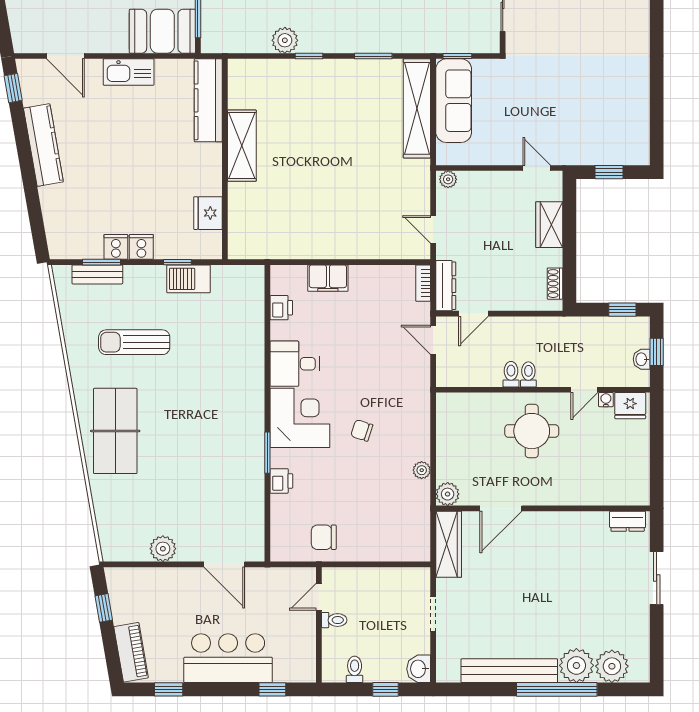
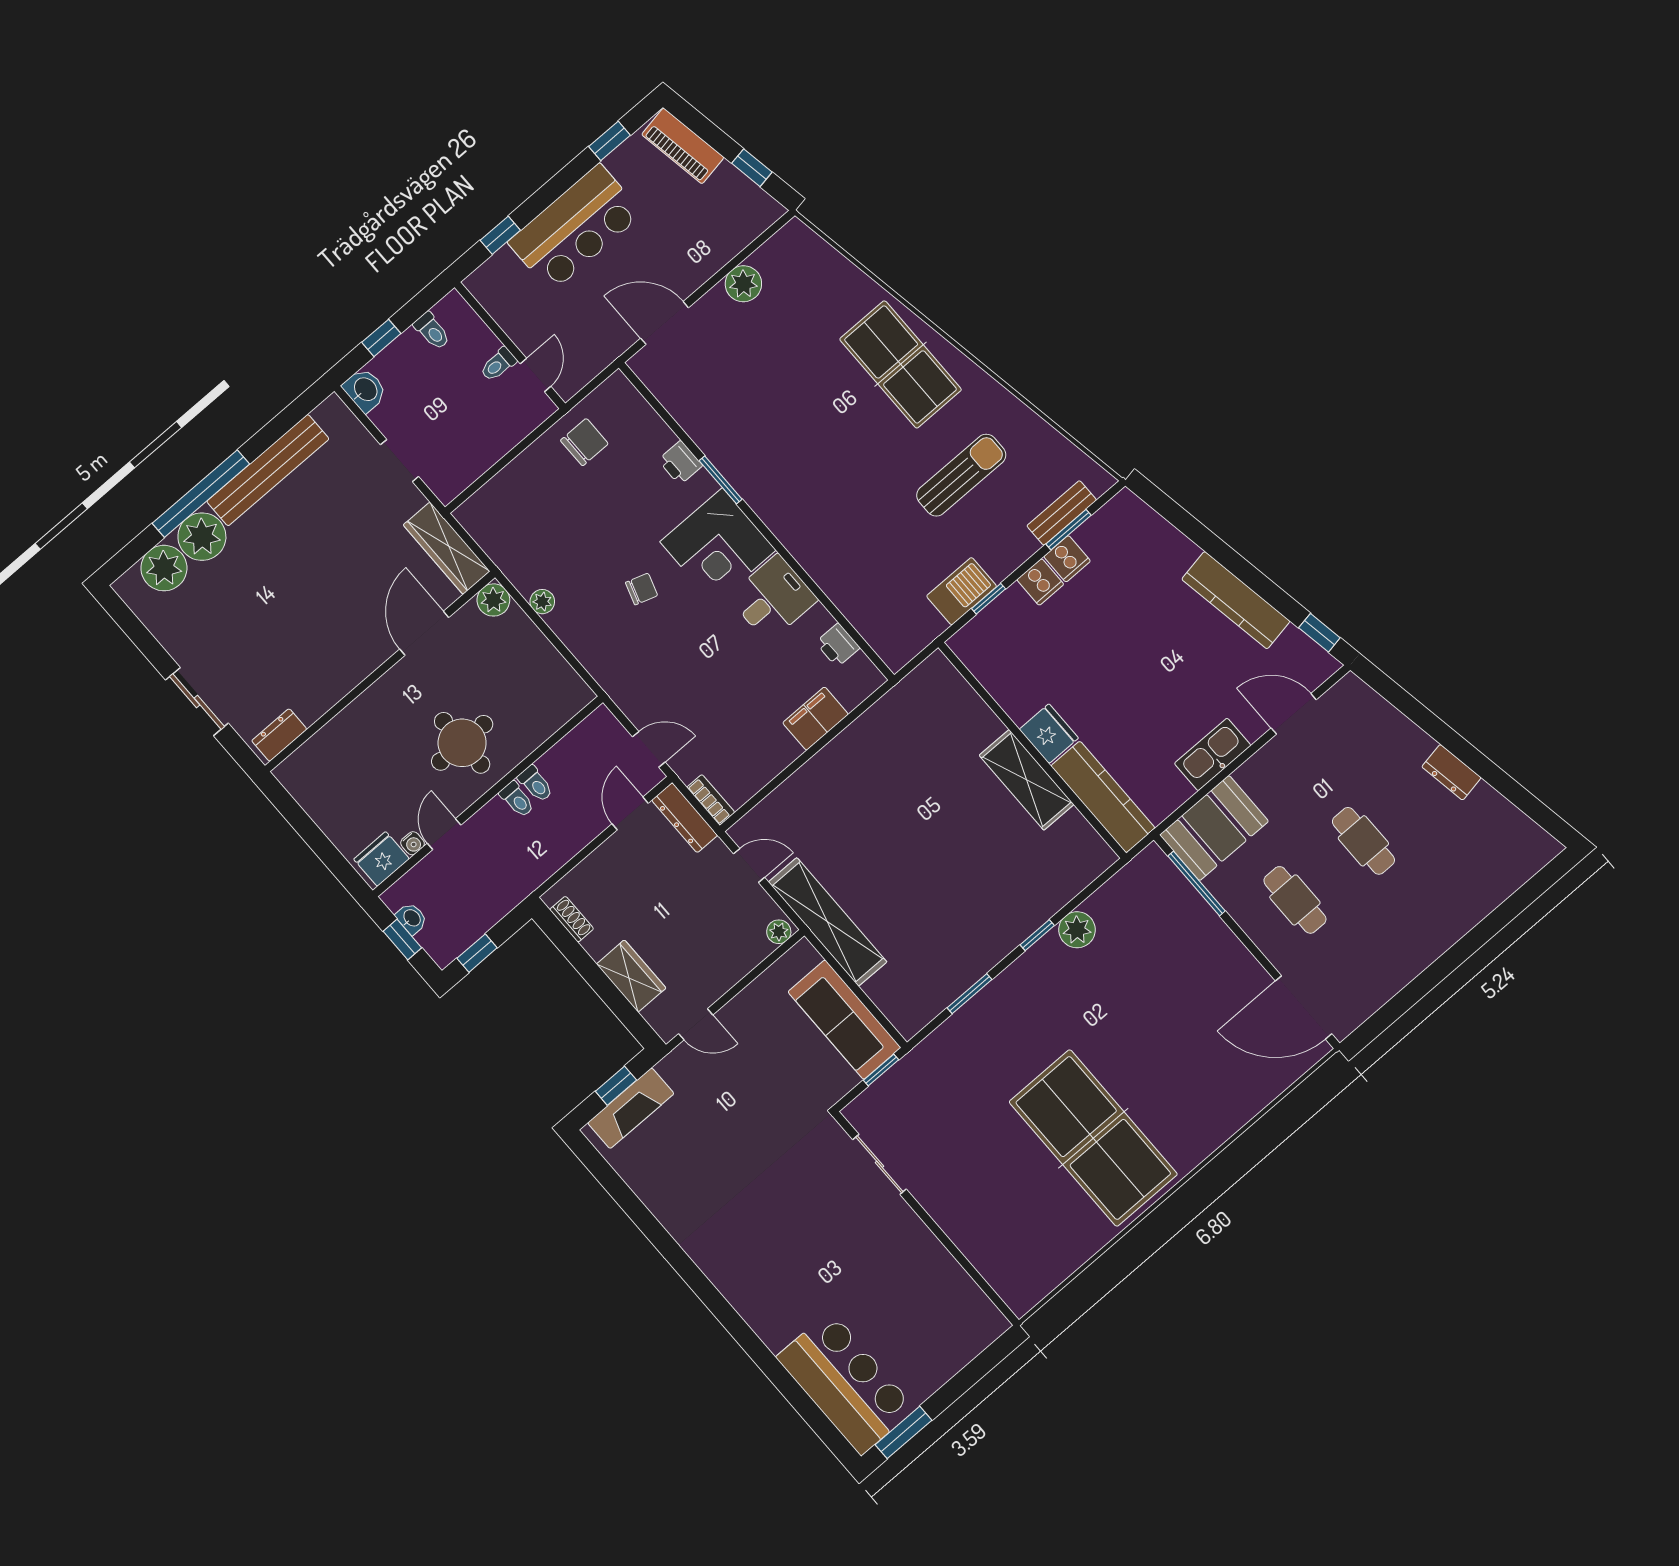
shelving: (417, 108) -> (828, 922), moved
fireplace: (612, 153) -> (631, 1108), added
fridge: (208, 213) -> (1049, 734), moved

